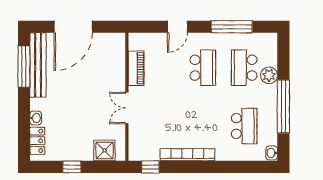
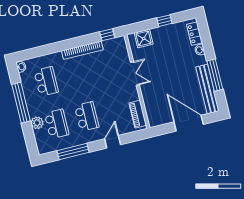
door: (73, 27) -> (189, 123), hinge flipped
window: (24, 67) -> (215, 75), moved
piano: (136, 68) -> (138, 114), moved
school desk: (203, 68) -> (87, 117), turned 180
school desk: (244, 126) -> (46, 81), turned 180

